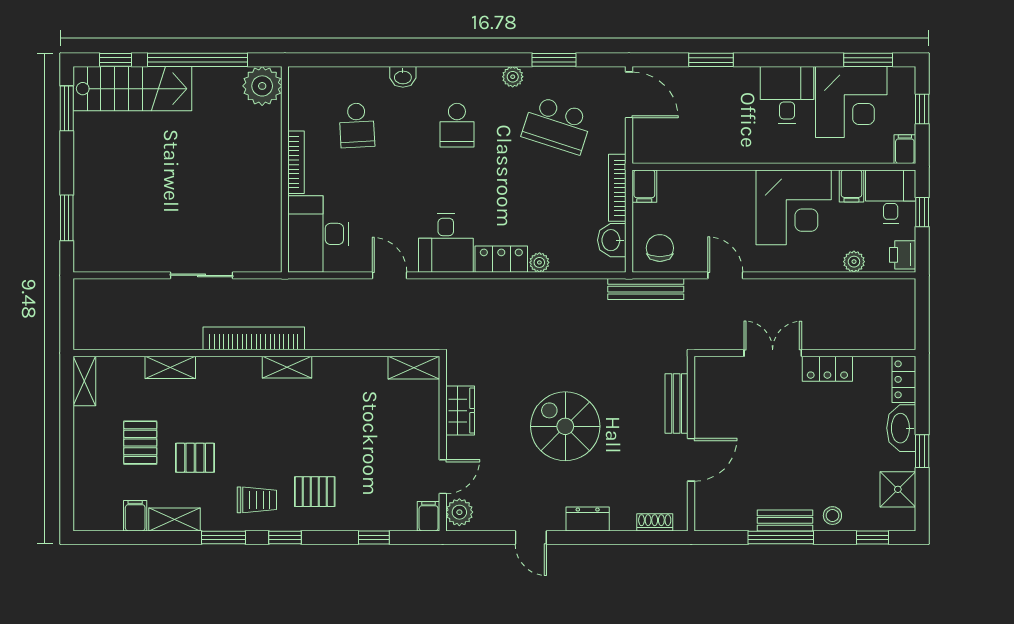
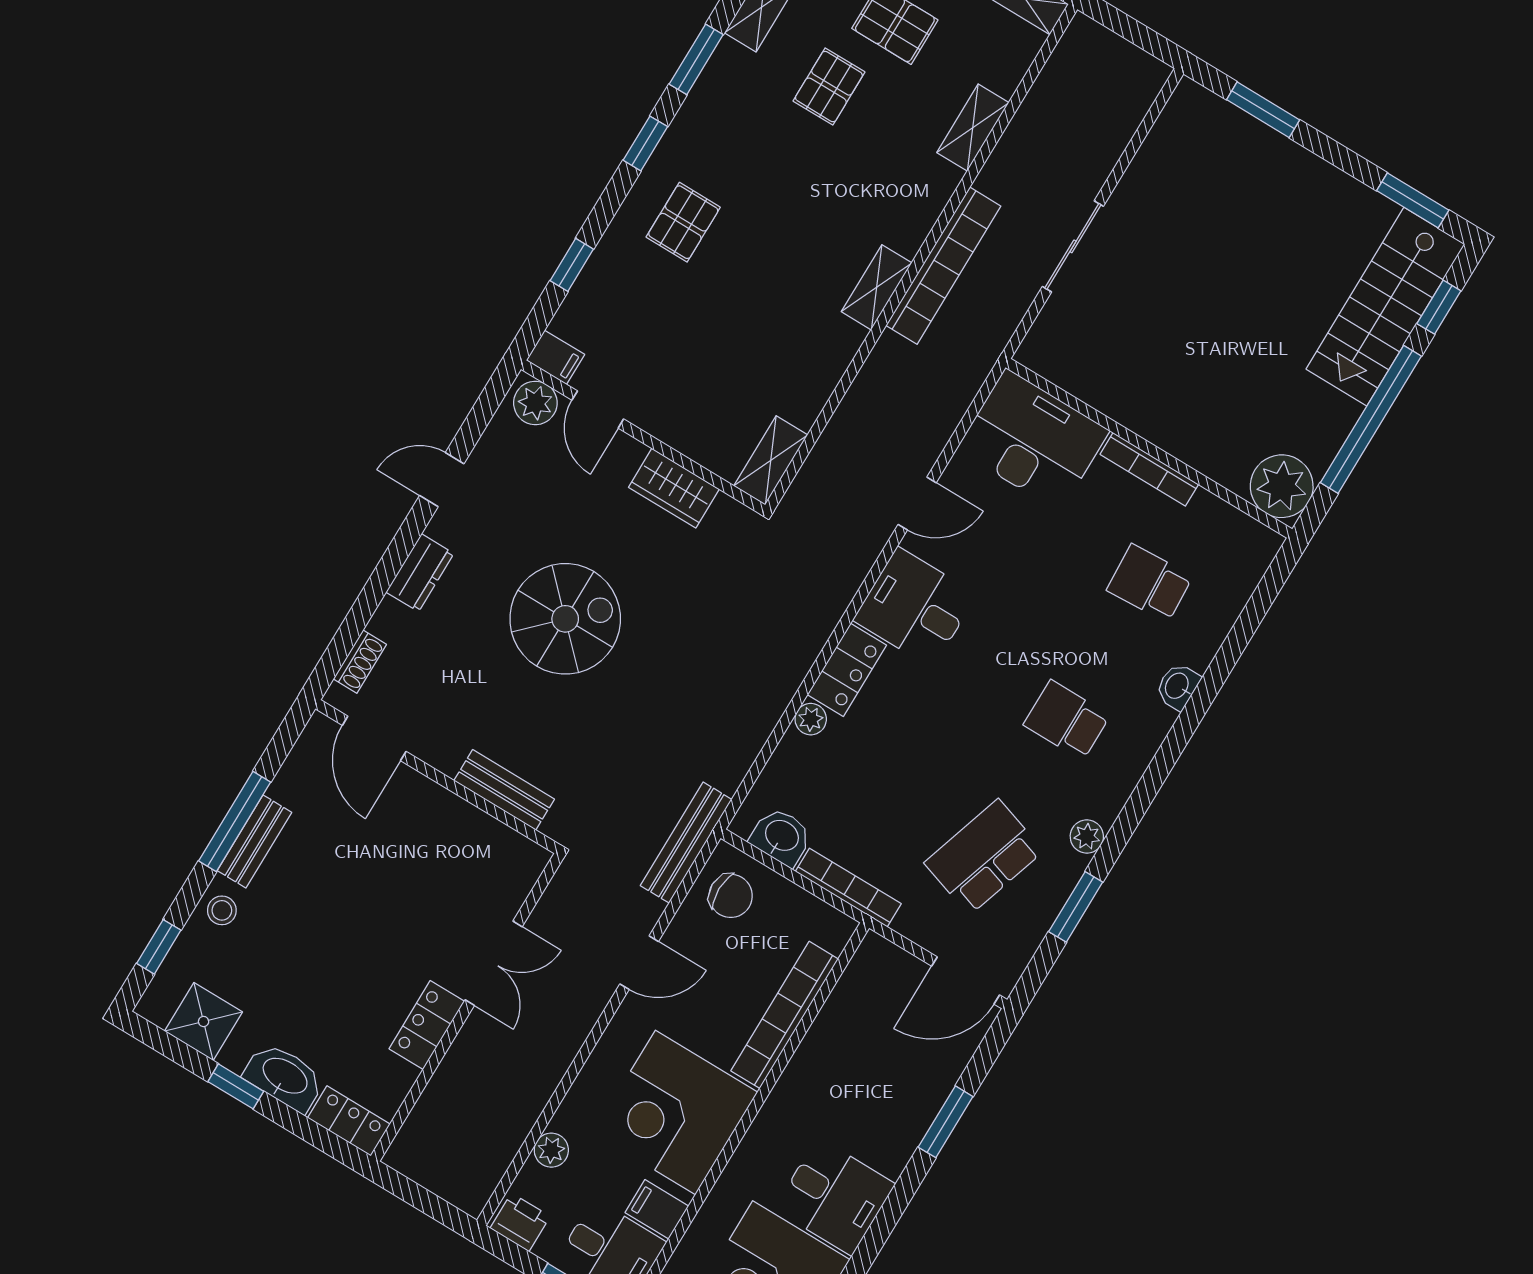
bookcase: (706, 181) -> (785, 1015), added
filing cabinet: (644, 186) -> (828, 926), removed
door: (691, 460) -> (374, 738), moved
trolley: (257, 500) -> (720, 136), removed

